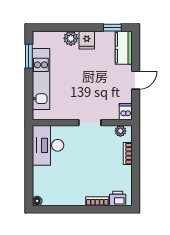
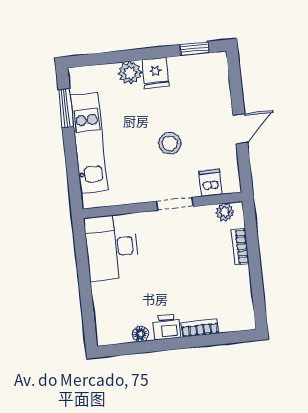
kitchen counter: (124, 48) -> (216, 79), removed
stool: (91, 85) -> (170, 143), added
dishwasher: (126, 112) -> (211, 182), moved
printer: (118, 199) -> (167, 327), moved
floor lamp: (37, 201) -> (140, 334), moved

